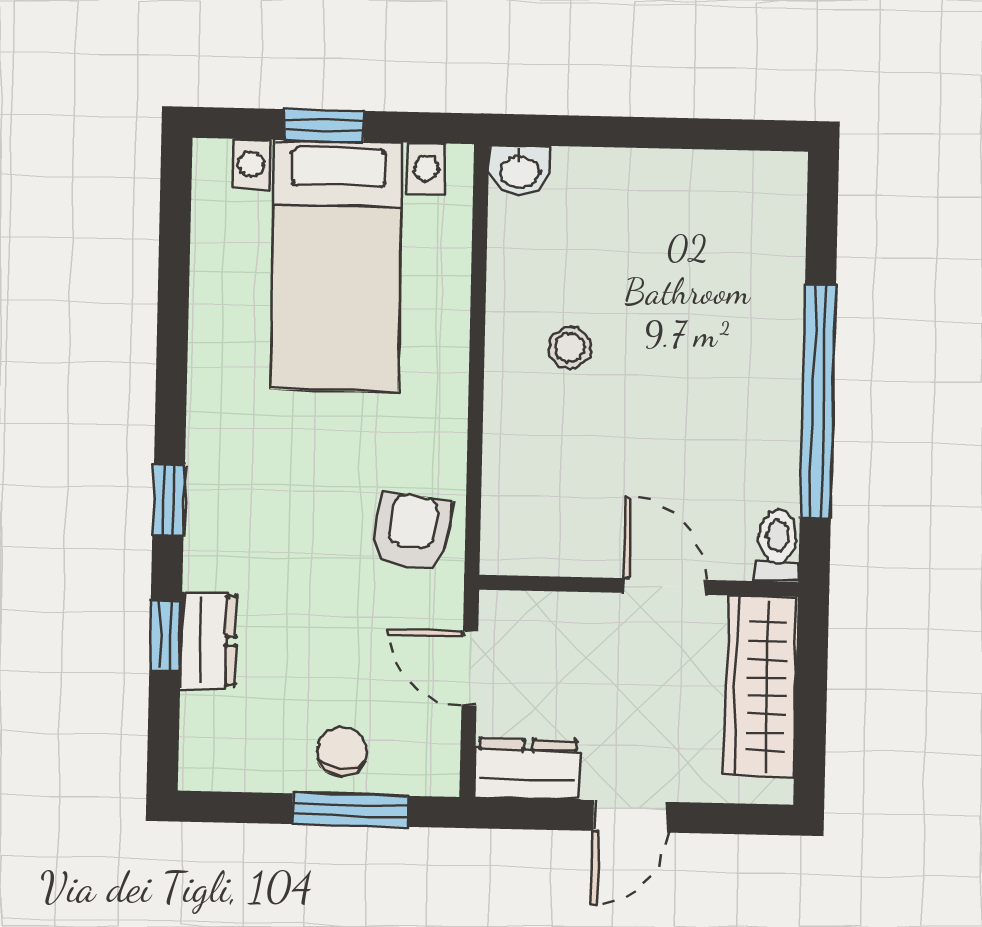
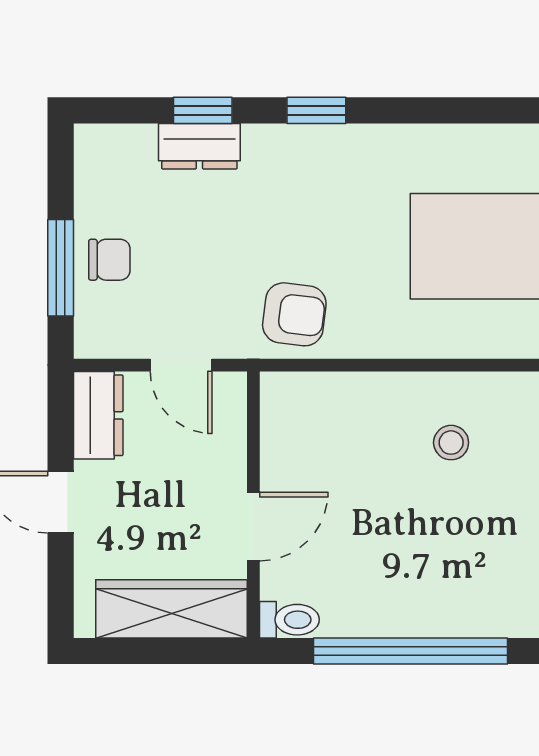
door: (470, 668) -> (181, 365), swing flipped

